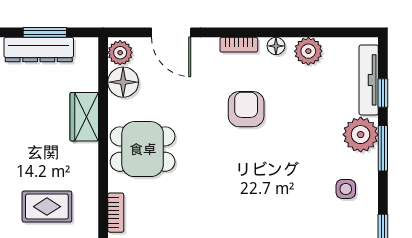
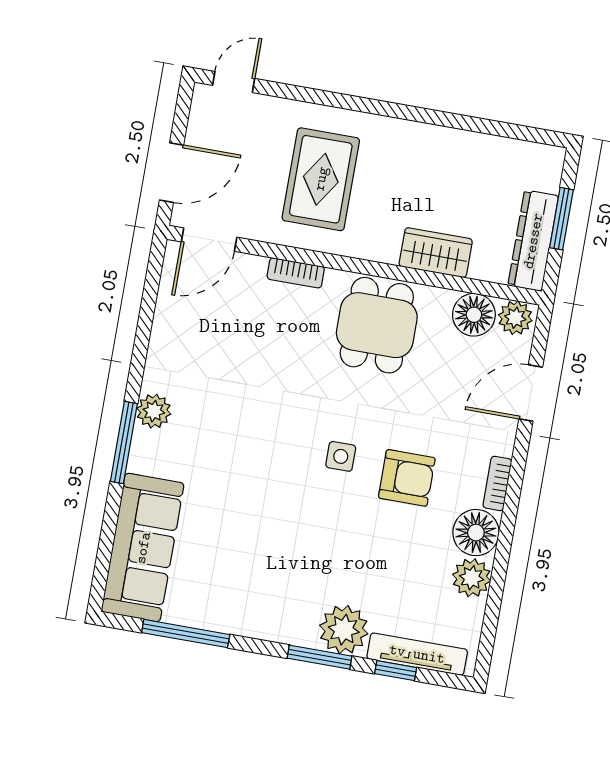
floor lamp: (276, 46) -> (476, 533), width x1.89, depth x1.89
dresser: (39, 50) -> (533, 241), moved
side table: (346, 189) -> (341, 456), moved
rug: (47, 207) -> (321, 179), width x1.36, depth x1.43

